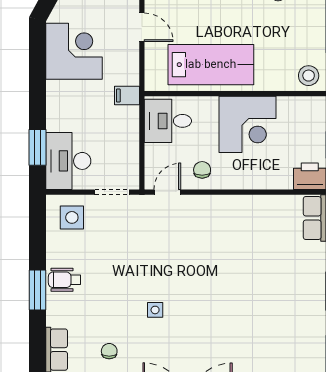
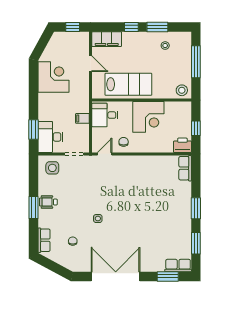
filing cabinet: (127, 96) -> (82, 118), moved

